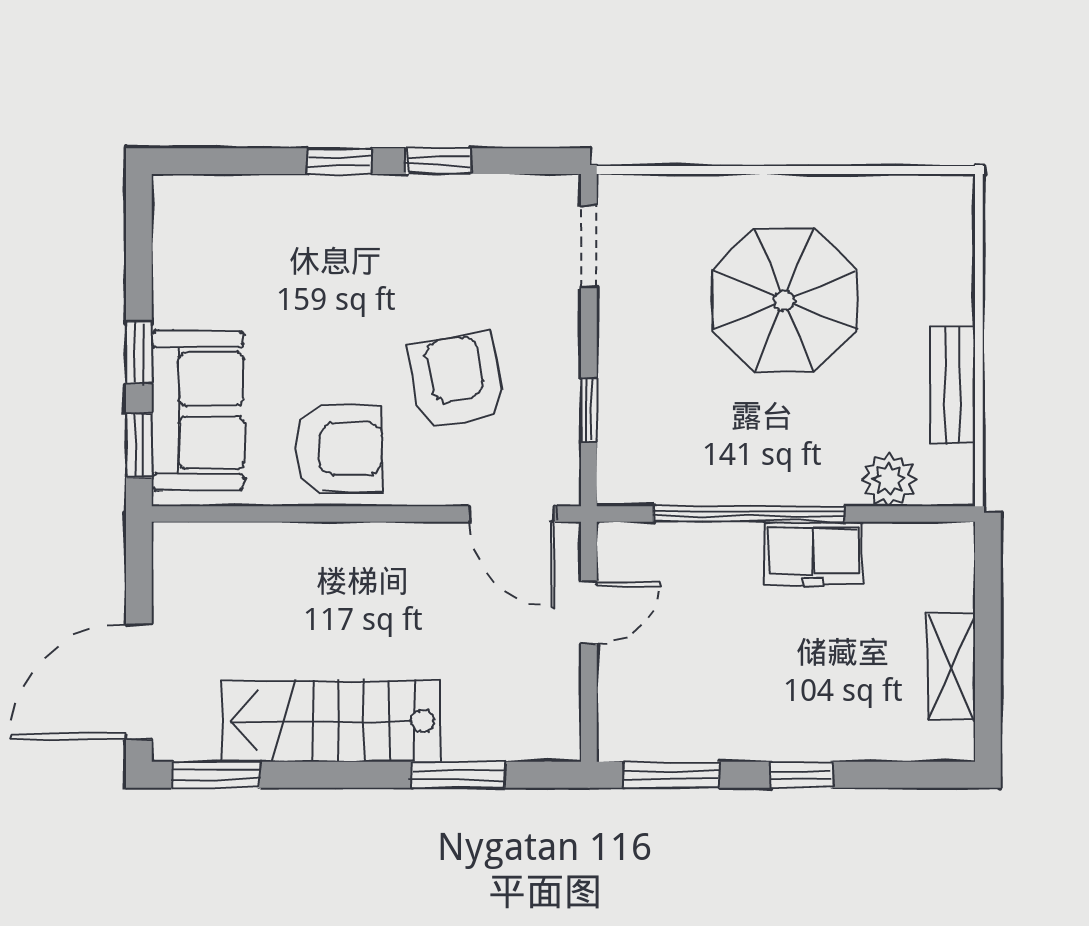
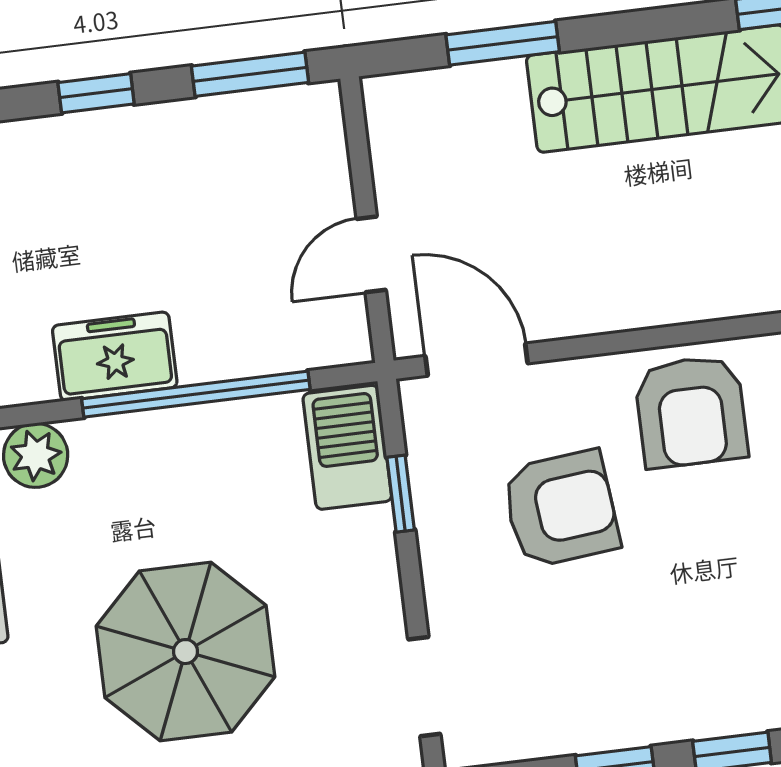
armchair: (457, 381) -> (561, 509), turned -85
armchair: (339, 449) -> (691, 412), turned -90
barbecue: (629, 454) -> (347, 447), added

